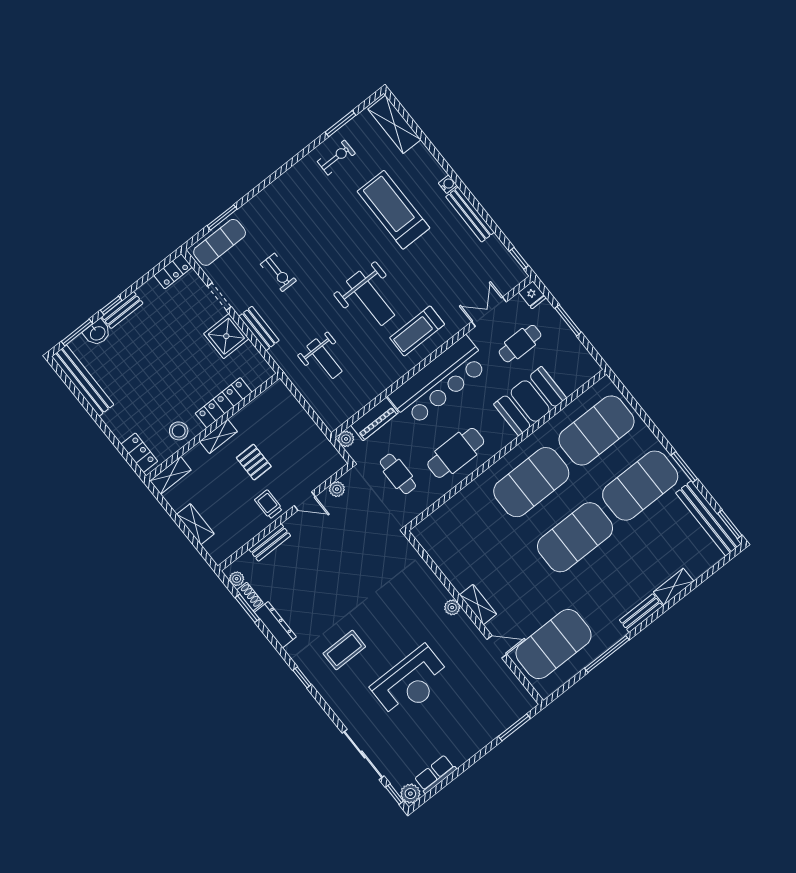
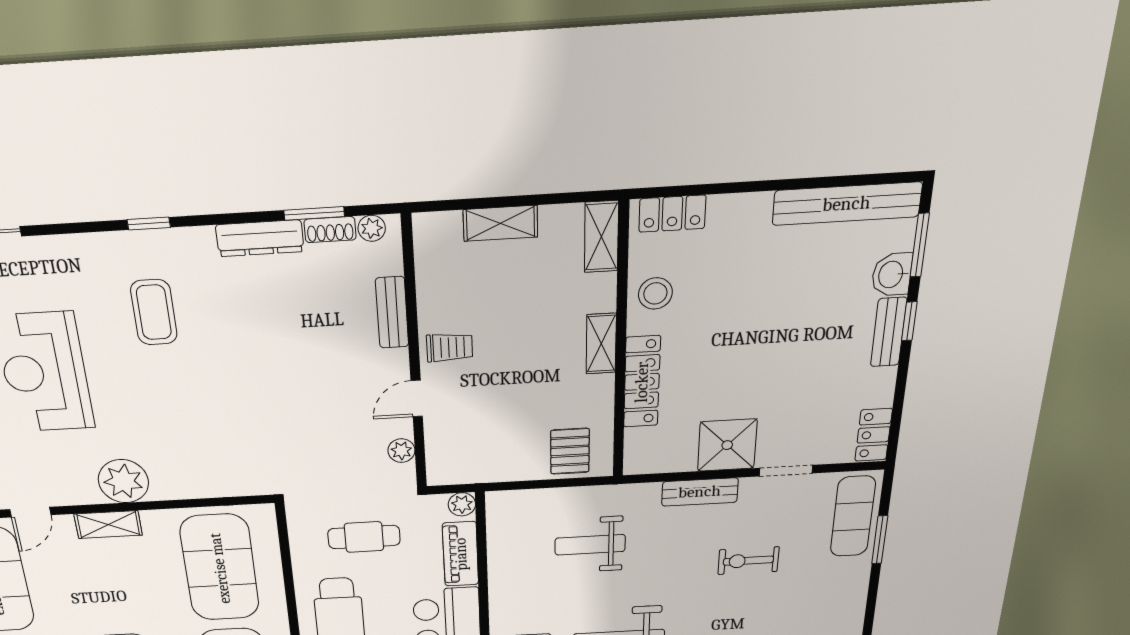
pallet: (254, 462) -> (570, 451), moved, turned 90
exercise mat: (466, 534) -> (220, 568), added
plant: (452, 607) -> (123, 481), width x1.88, depth x1.88

